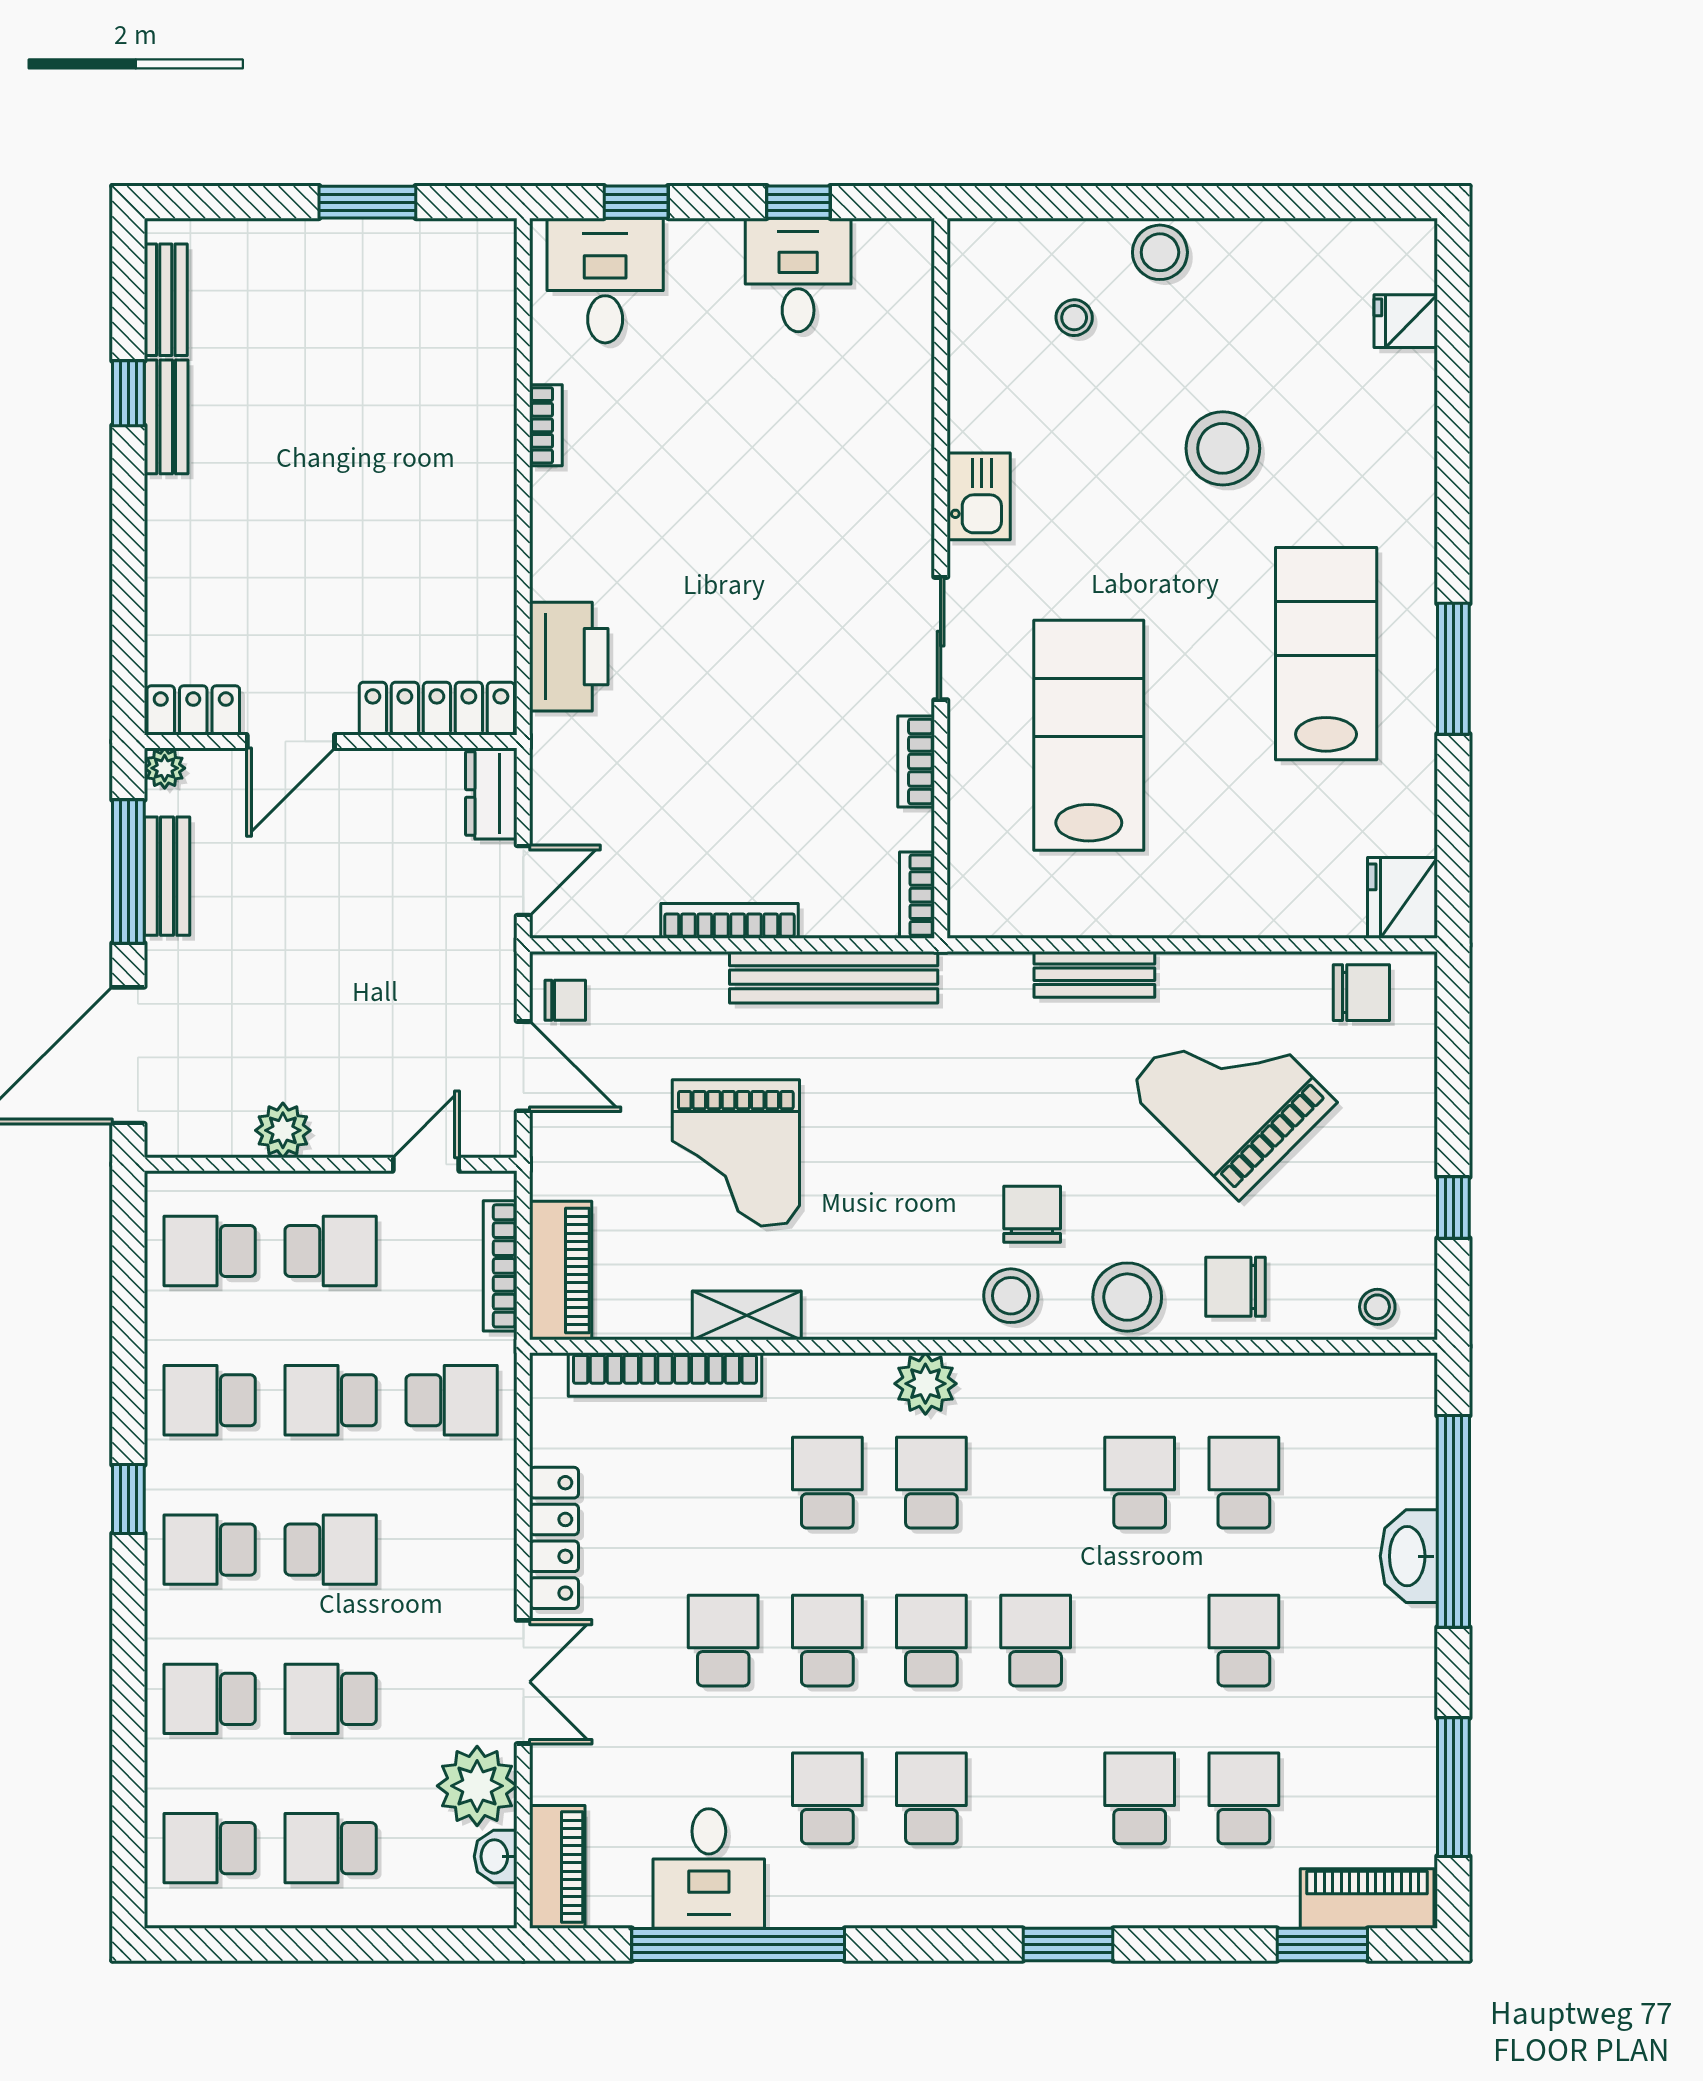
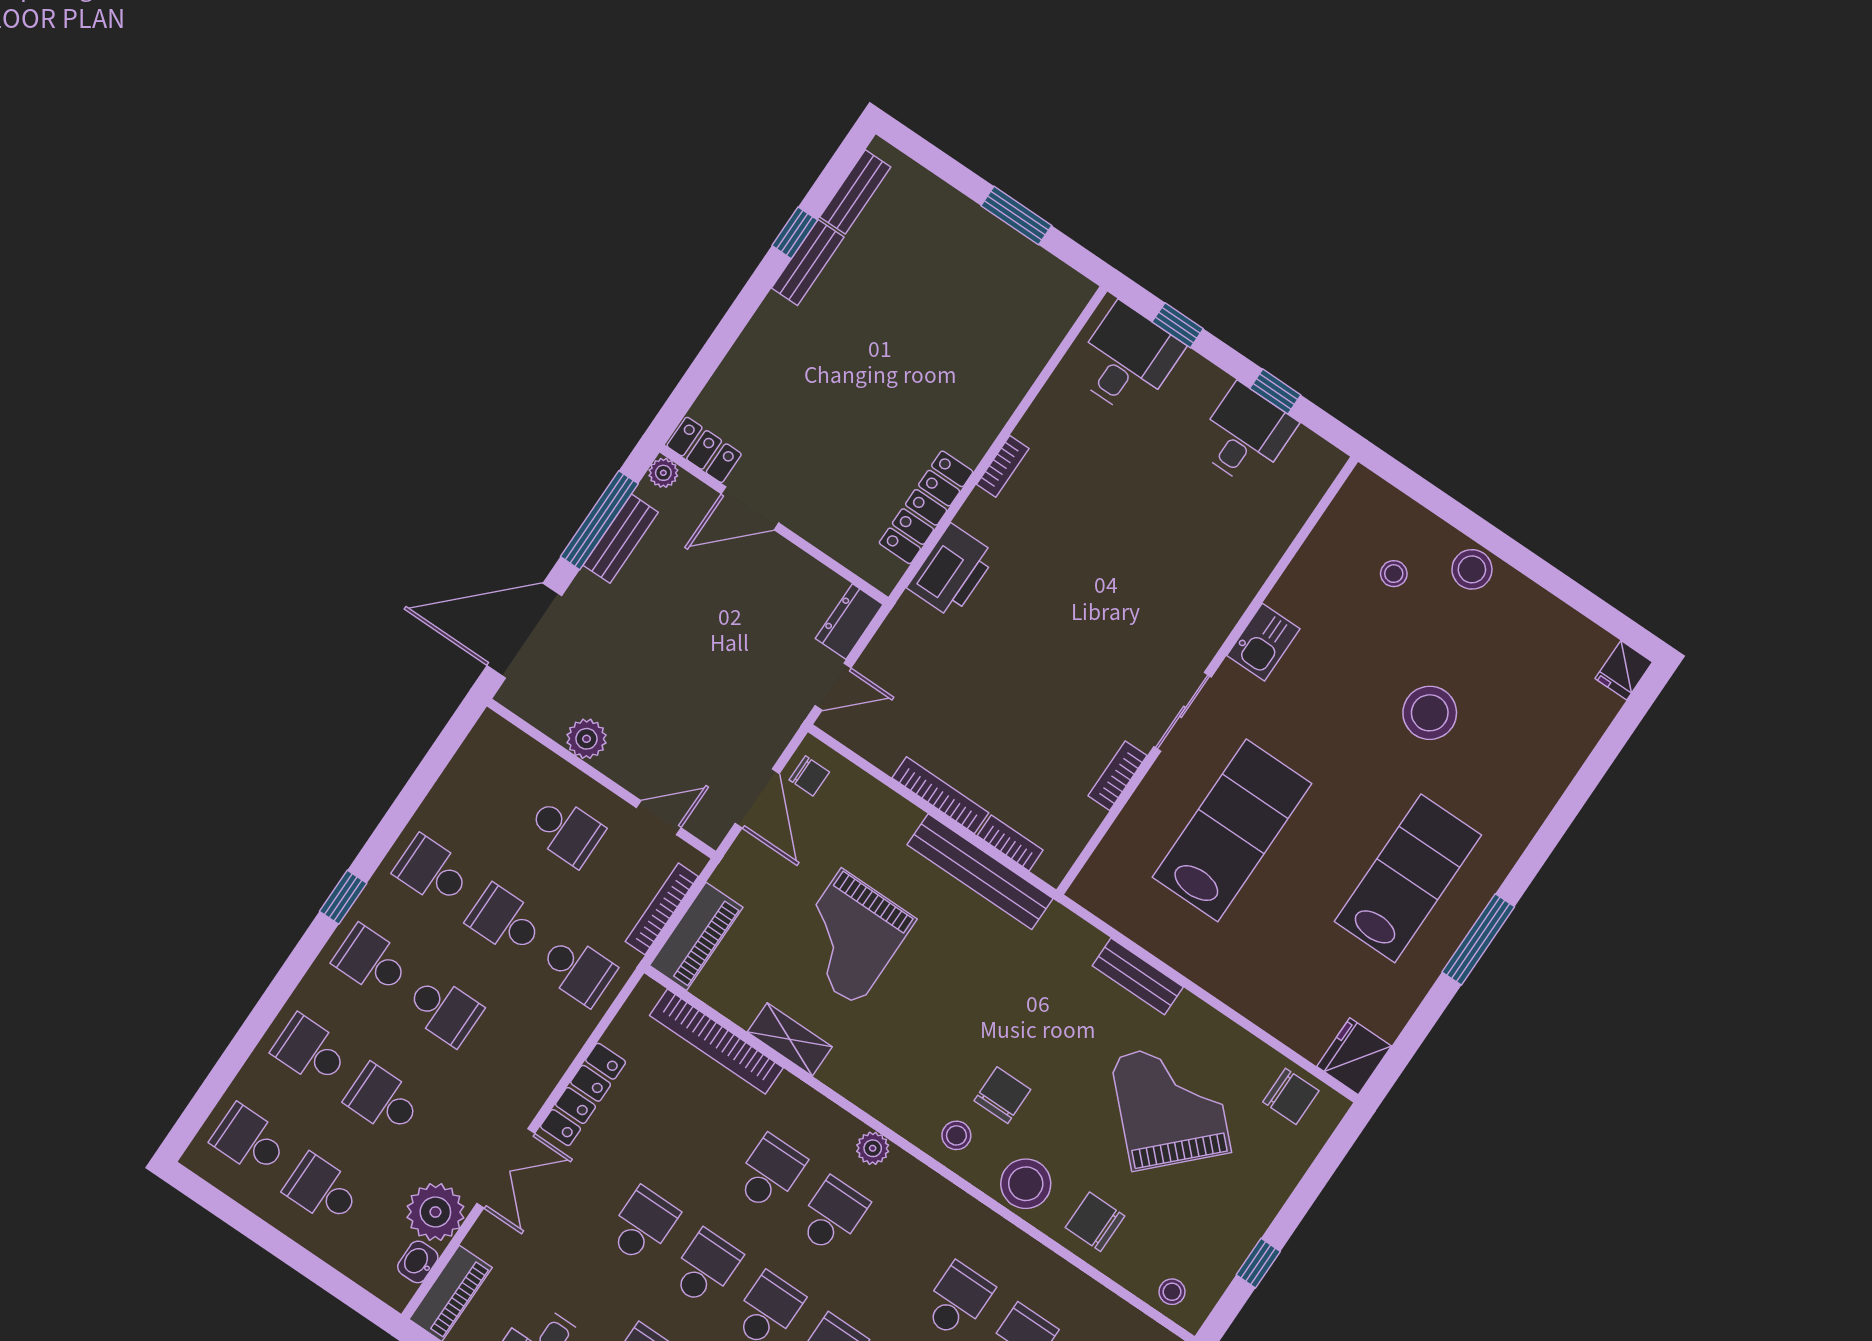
fridge: (1406, 321) -> (1624, 670), moved, turned -90
bookcase: (546, 425) -> (1003, 466), moved
locker: (437, 709) -> (926, 507), moved, turned -90
bookcase: (917, 895) -> (1010, 843), moved, turned 90
school desk: (210, 1251) -> (493, 781), removed
stool: (1011, 1296) -> (956, 1135), width x0.73, depth x0.73
plant: (925, 1384) -> (873, 1148), width x0.73, depth x0.73

